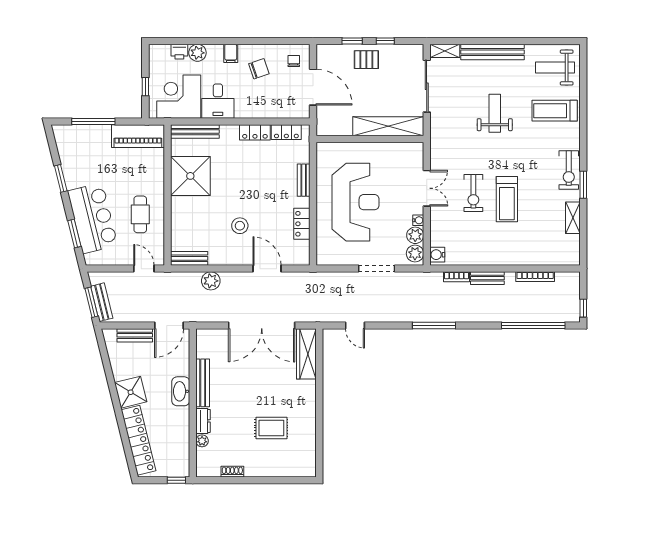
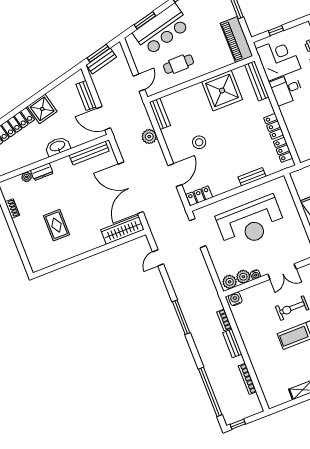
locker: (302, 224) -> (199, 196), moved
doorway: (377, 269) -> (198, 233), moved
bench: (203, 383) -> (89, 153), moved

